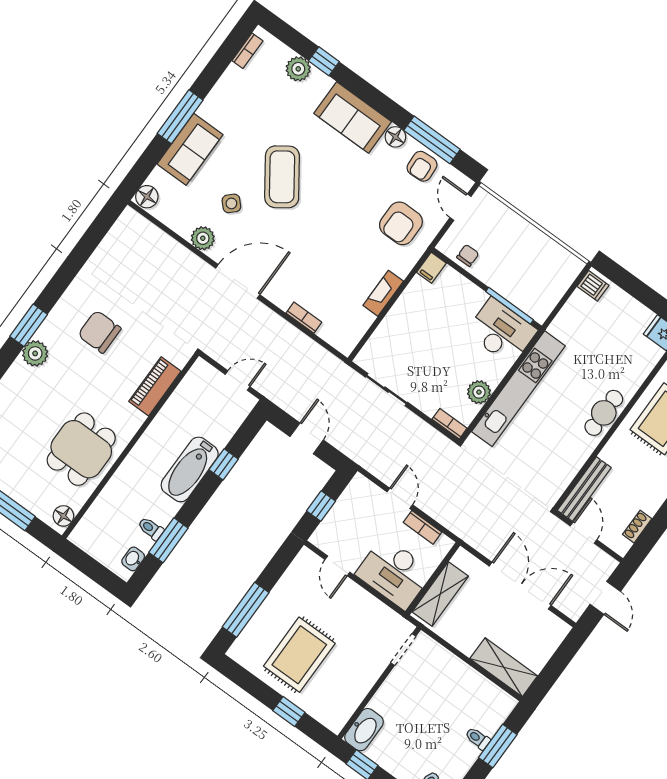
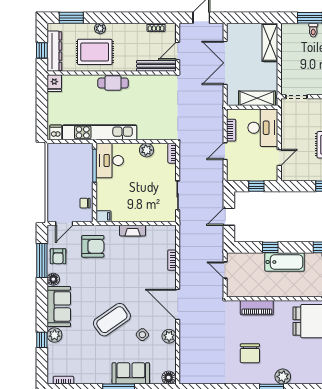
plant: (298, 69) -> (55, 335), moved
armchair: (422, 166) -> (58, 256), turned 93
kitchen unit: (518, 389) -> (100, 132), moved

